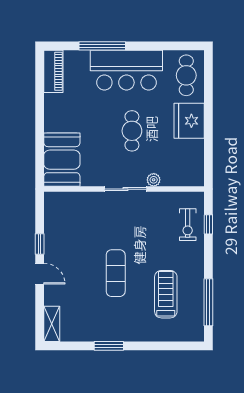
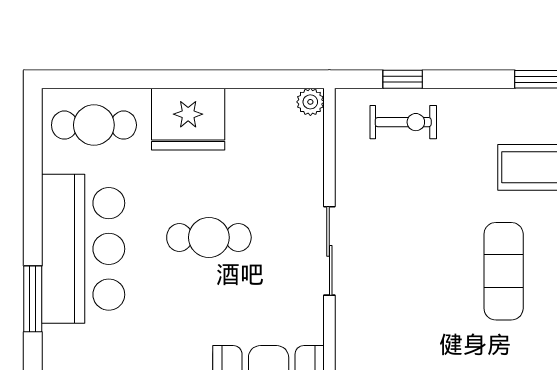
window: (102, 46) -> (33, 299), width x0.69
plant: (154, 180) -> (310, 102), moved
exercise mat: (116, 273) -> (504, 271), turned 90

